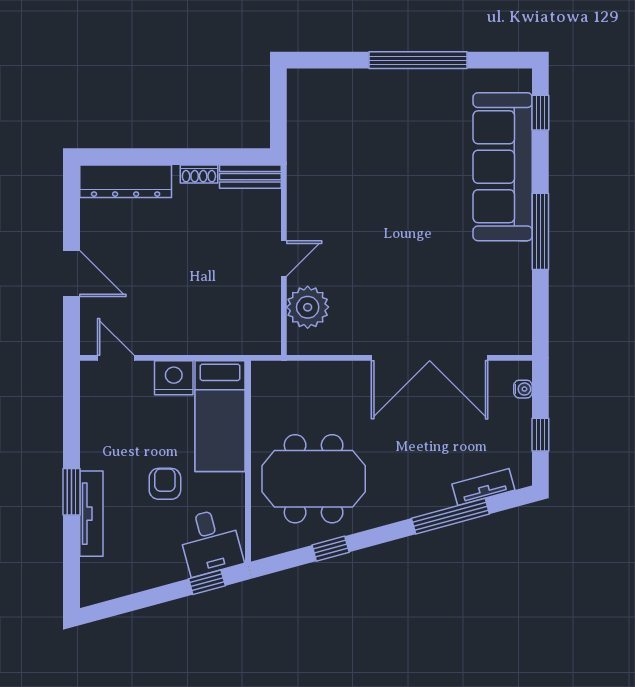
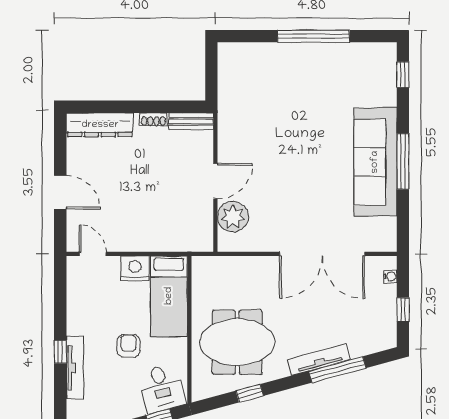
sofa: (503, 167) -> (375, 162), moved
door: (284, 258) -> (215, 181), width x1.38
tv unit: (483, 487) -> (319, 360), moved, width x1.41
window: (72, 492) -> (60, 352), width x0.67

